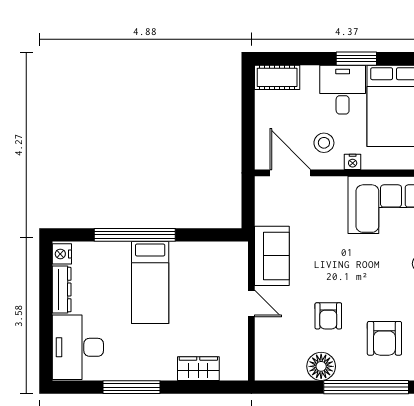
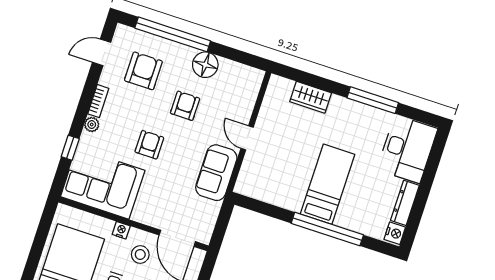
armchair: (352, 262) -> (149, 145), added

